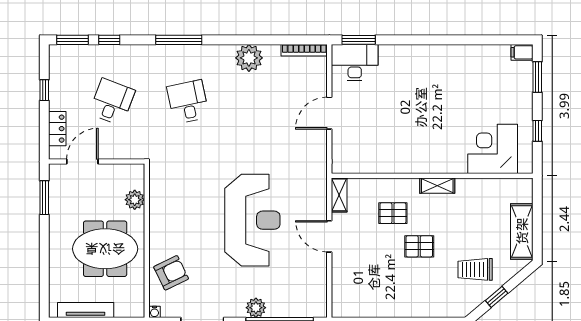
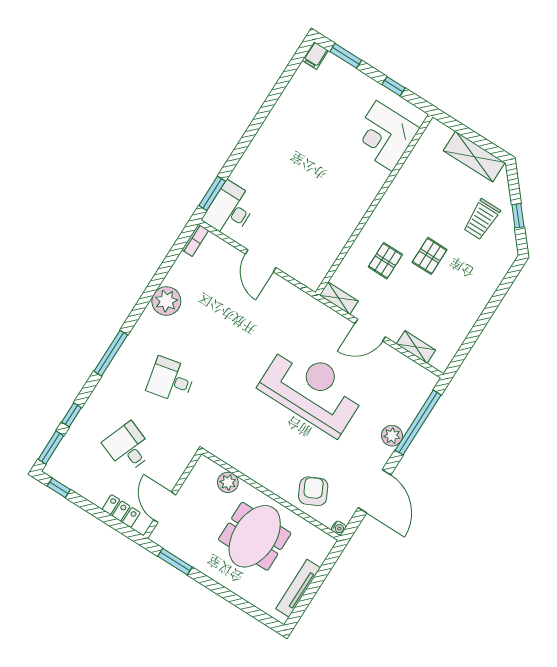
bookcase: (304, 50) -> (195, 240), width x0.64
window: (44, 90) -> (59, 488), moved
shelving: (437, 186) -> (416, 347), moved, turned 90

